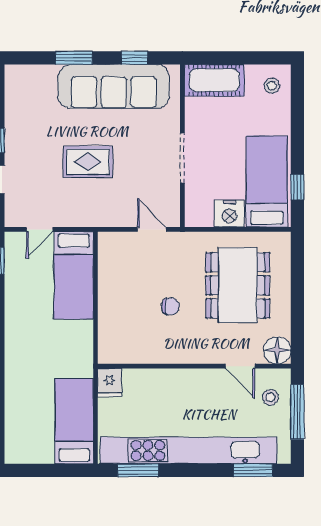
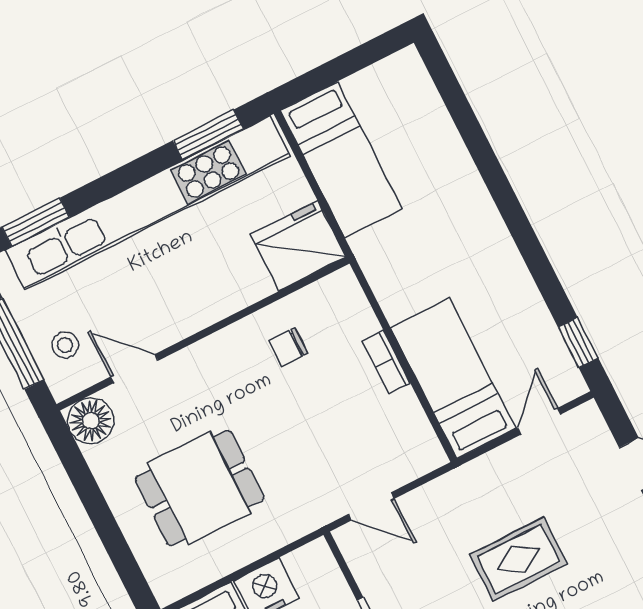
dining table: (238, 285) -> (199, 488), width x0.73
bookcase: (105, 302) -> (386, 362), added
chair: (170, 306) -> (288, 347), moved
fridge: (110, 382) -> (298, 246), width x1.88, depth x1.34

